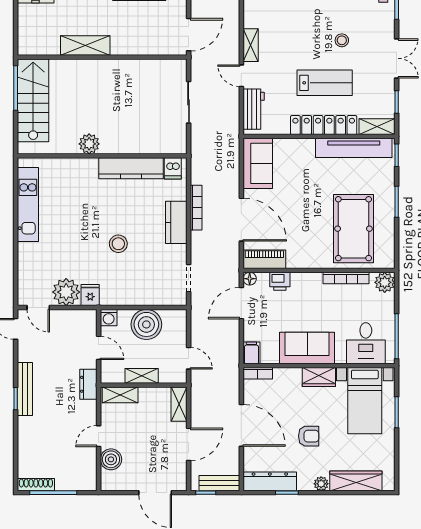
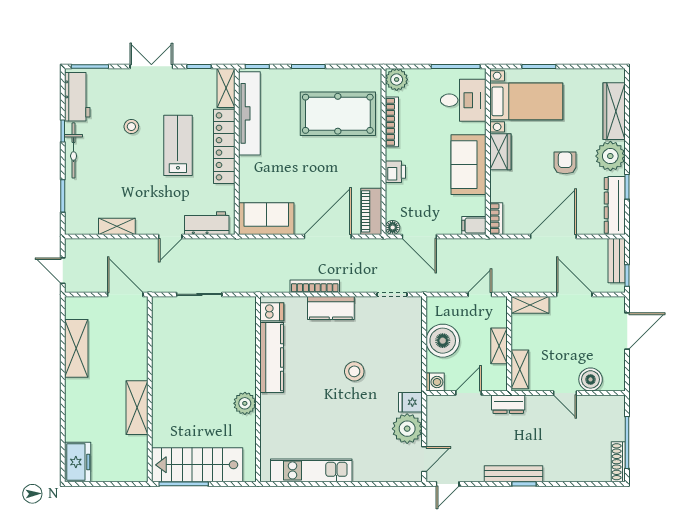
shelving: (251, 45) -> (117, 226), moved
printer: (280, 281) -> (395, 172), moved
plant: (321, 484) -> (610, 156), width x1.88, depth x1.88

